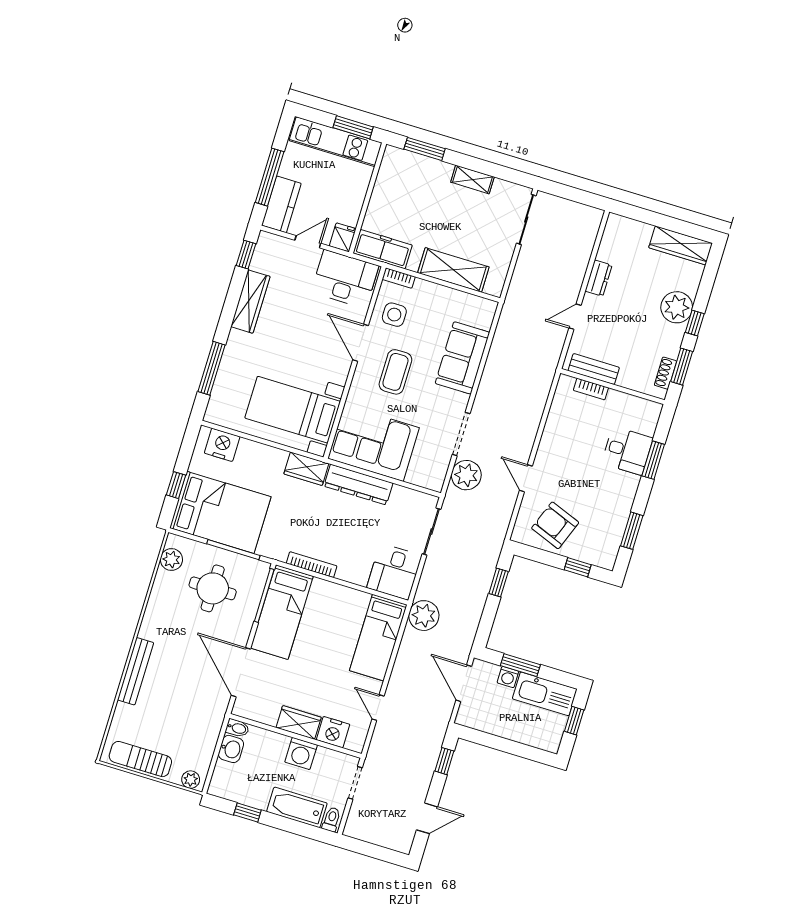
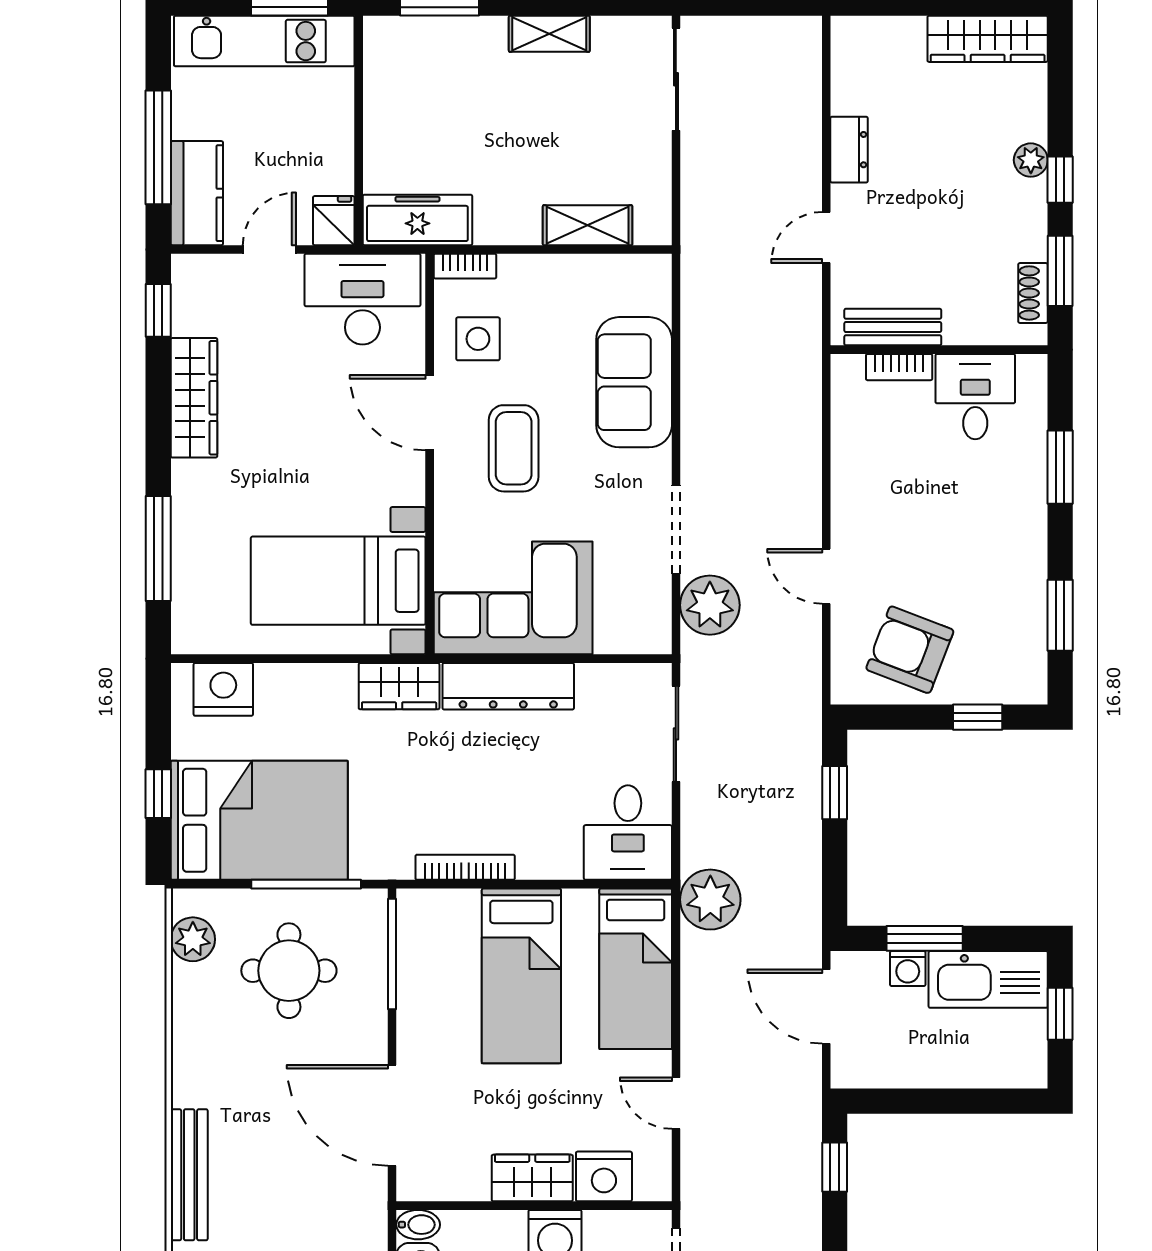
shelving: (453, 270) -> (588, 225), width x0.67, depth x0.75
plant: (677, 307) -> (1031, 160), width x0.53, depth x0.53
desk: (627, 451) -> (975, 397), moved, turned -90
bed: (282, 612) -> (521, 976), moved

